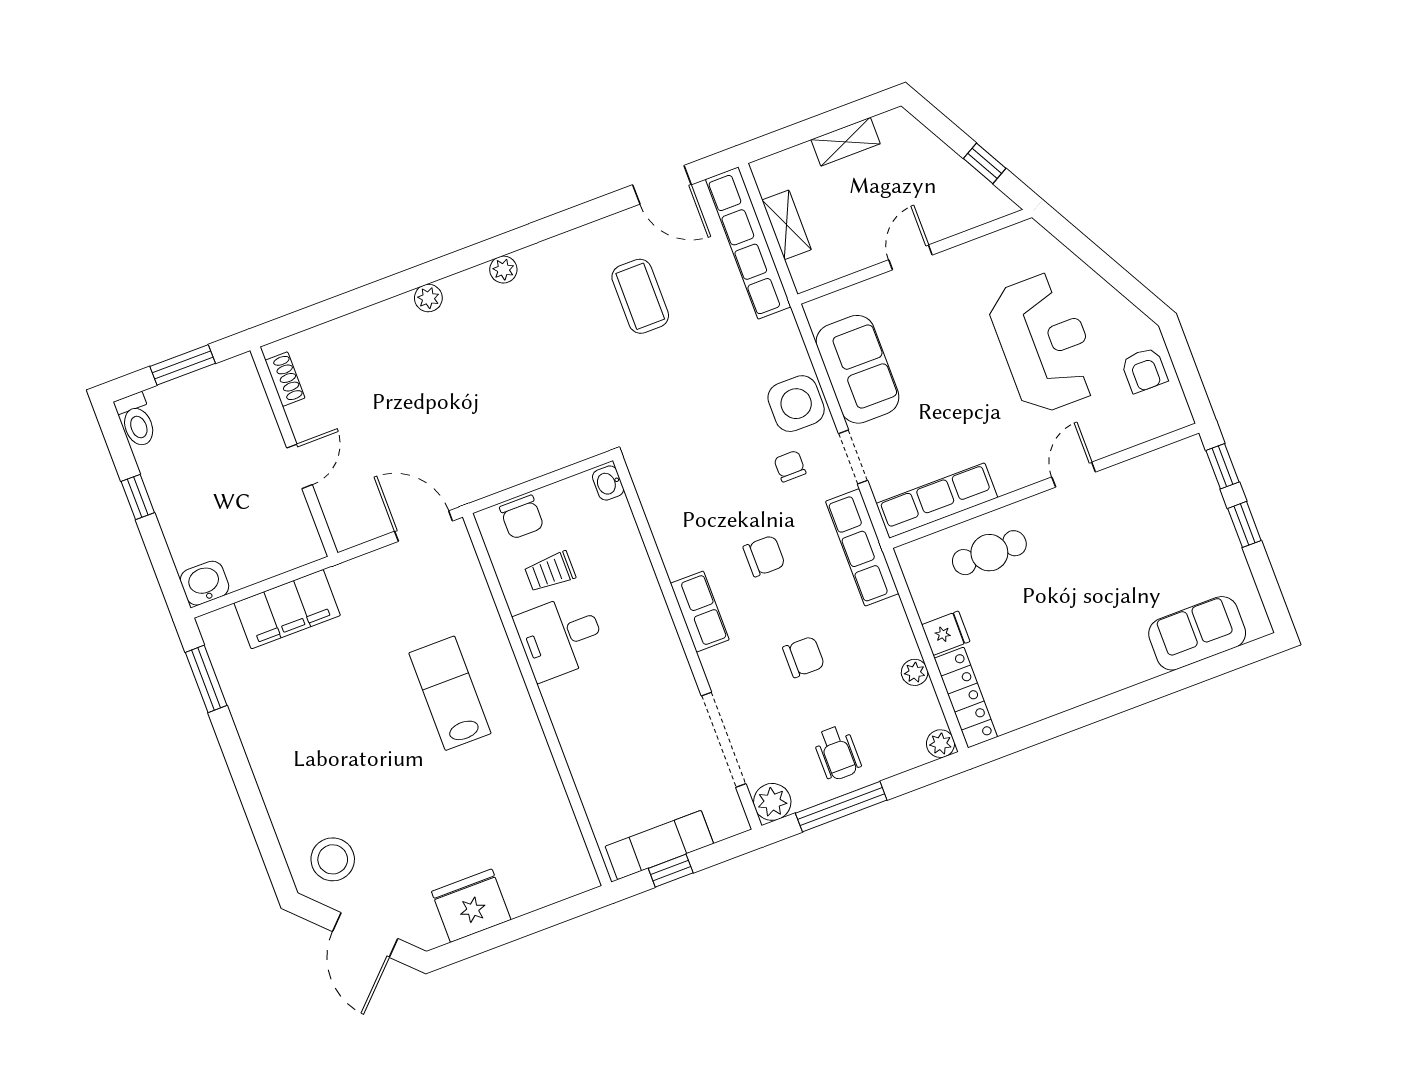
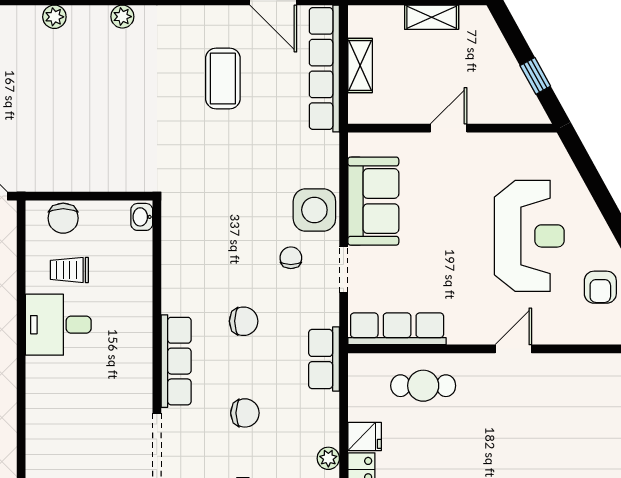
row of seats: (862, 547) -> (324, 359), width x0.68
row of seats: (700, 612) -> (176, 361), width x1.48

